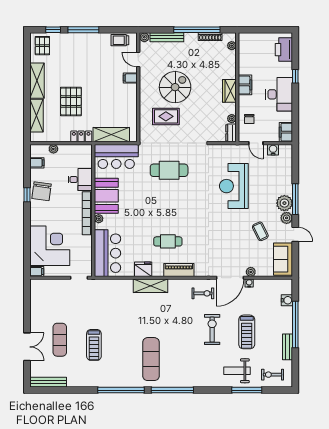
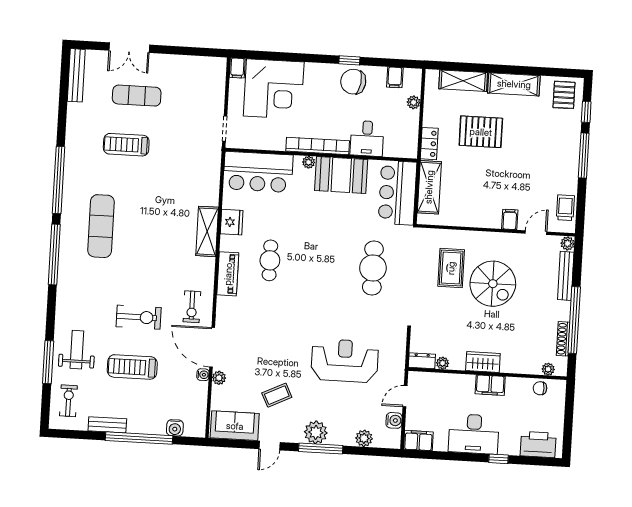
pallet: (42, 46) -> (564, 95), turned 90
chair: (249, 119) -> (540, 388), moved
plant: (287, 218) -> (364, 438), moved
exercise mat: (151, 359) -> (101, 226), turned 90

